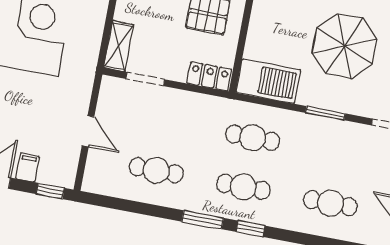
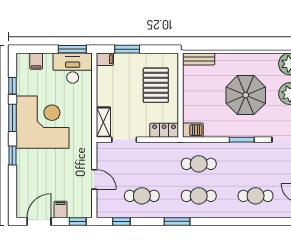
barbecue: (268, 81) -> (193, 130), width x0.53, depth x0.65
window: (250, 229) -> (121, 221), moved

